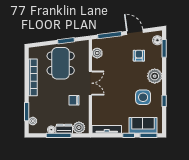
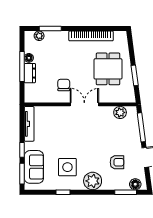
dining table: (61, 63) -> (108, 69), width x0.73
double door: (90, 83) -> (84, 104), swing flipped
plant: (79, 128) -> (31, 91), removed

